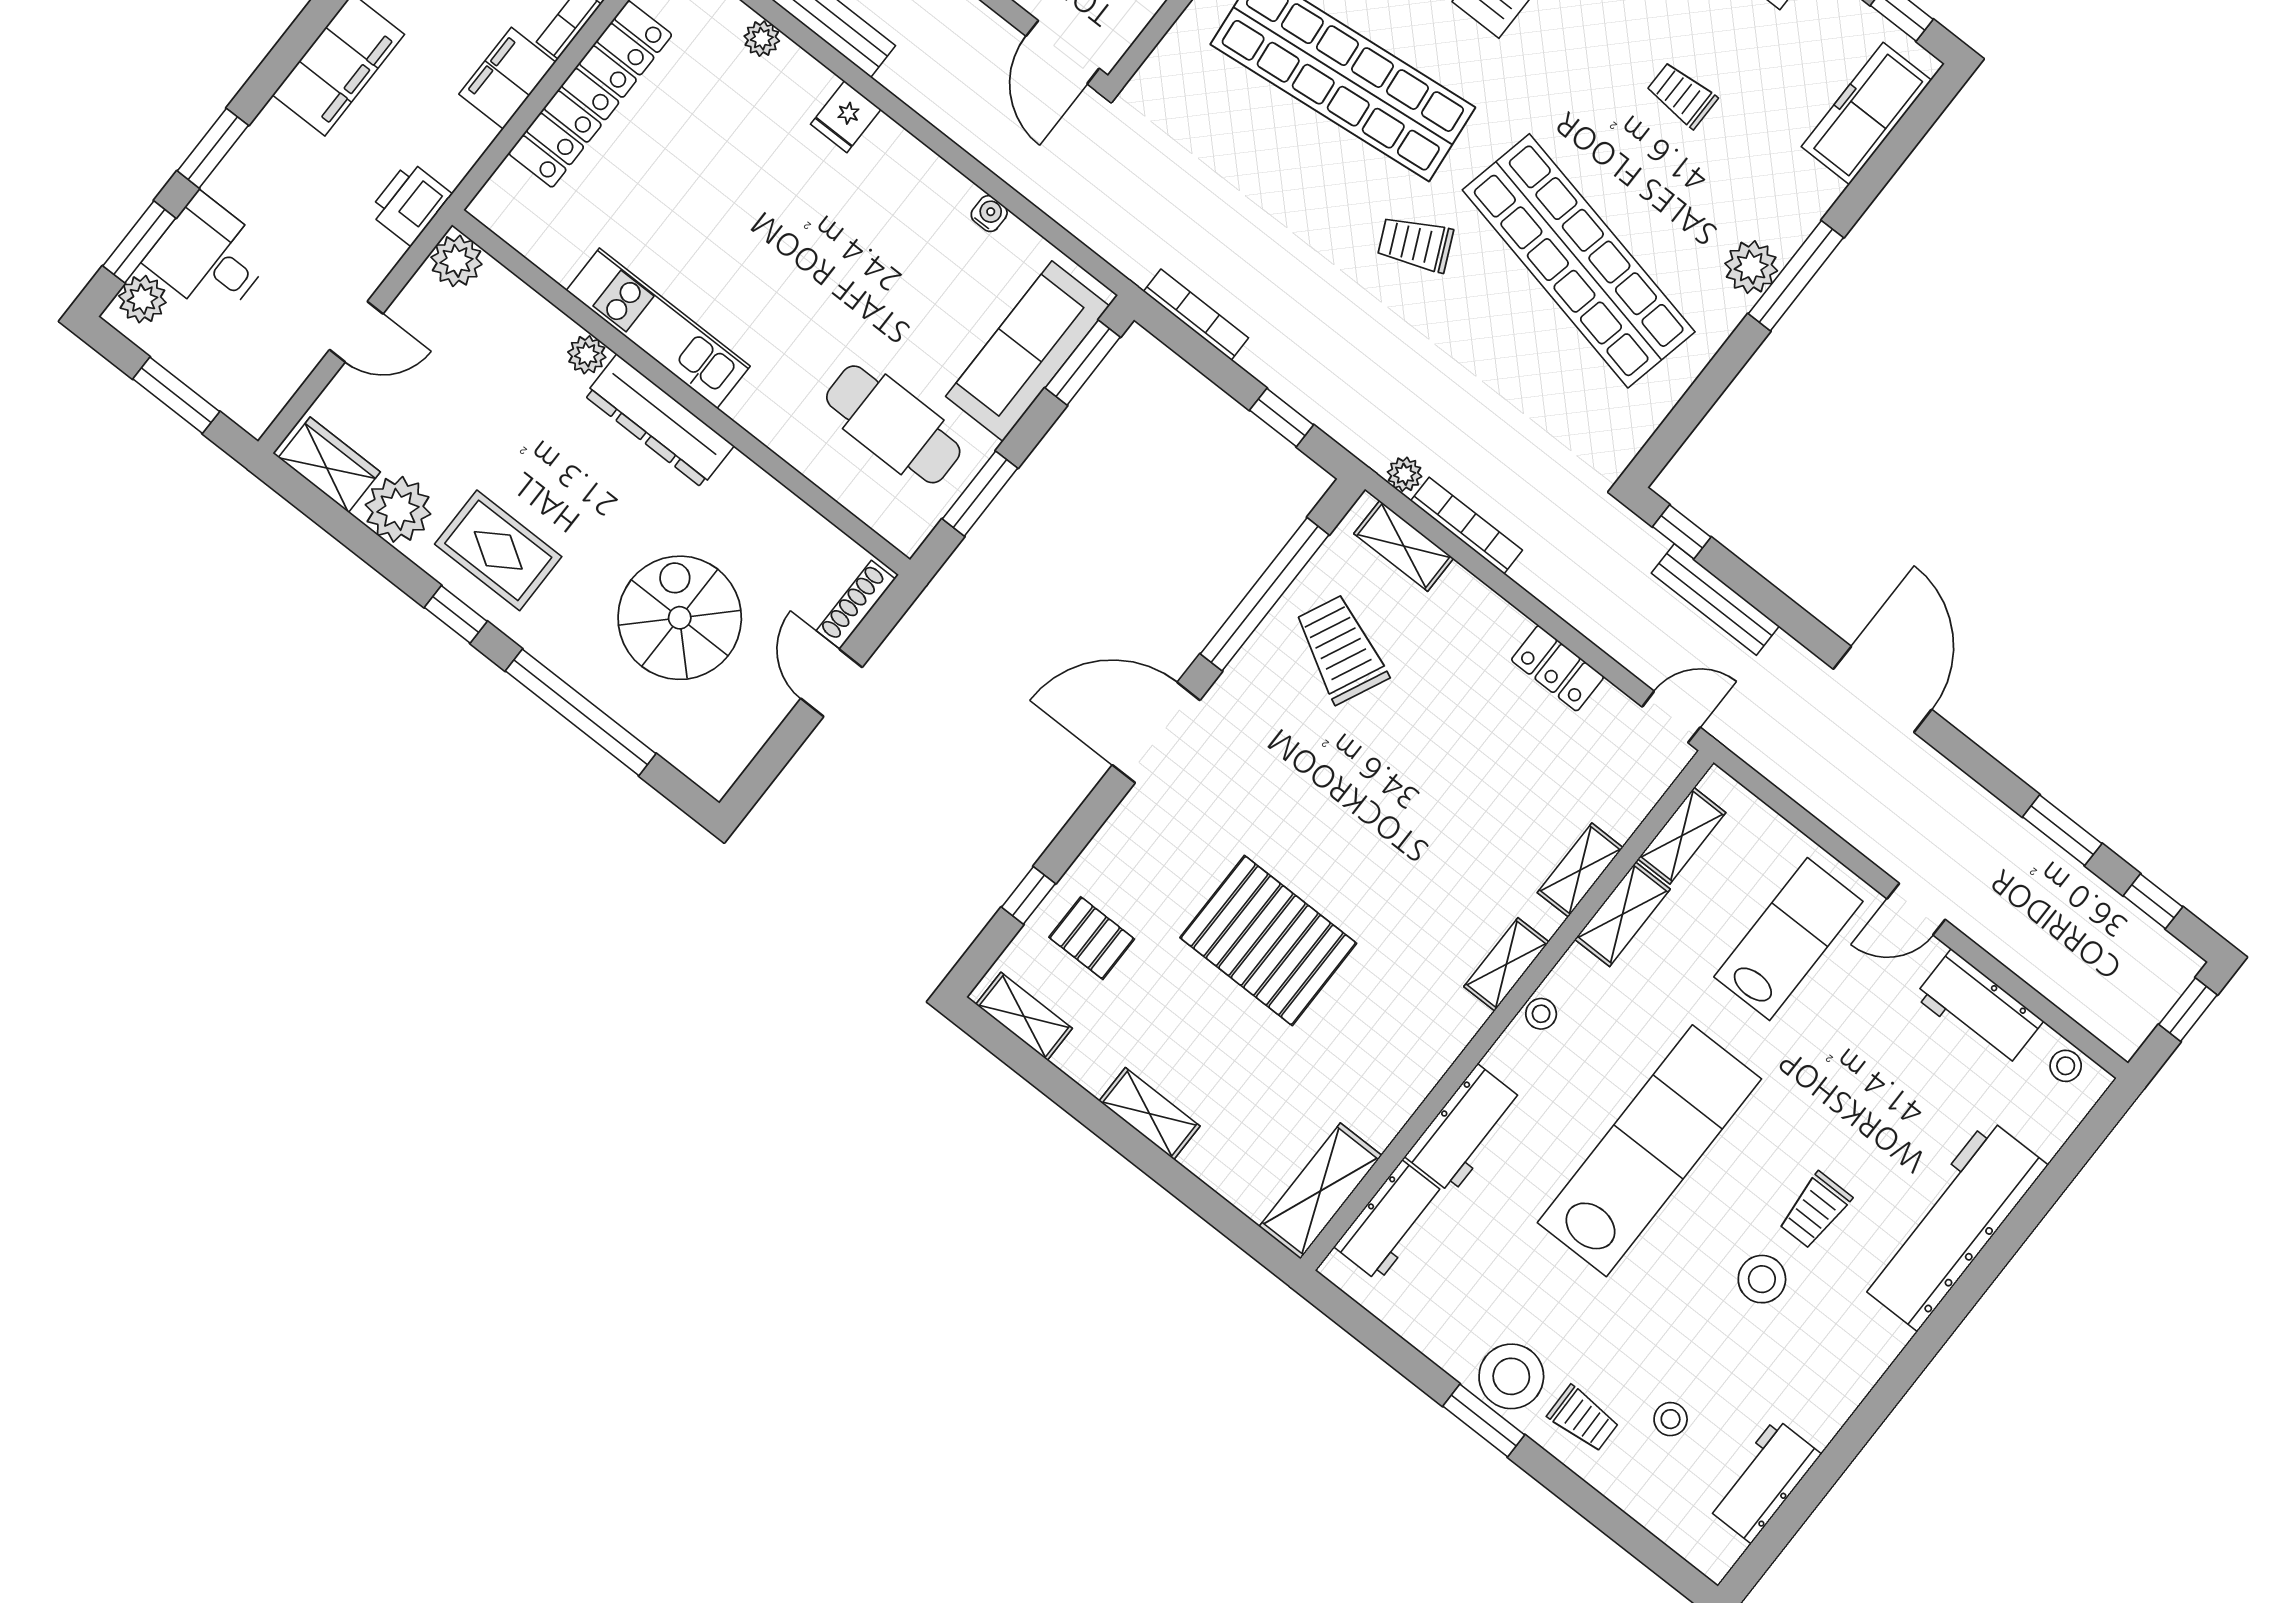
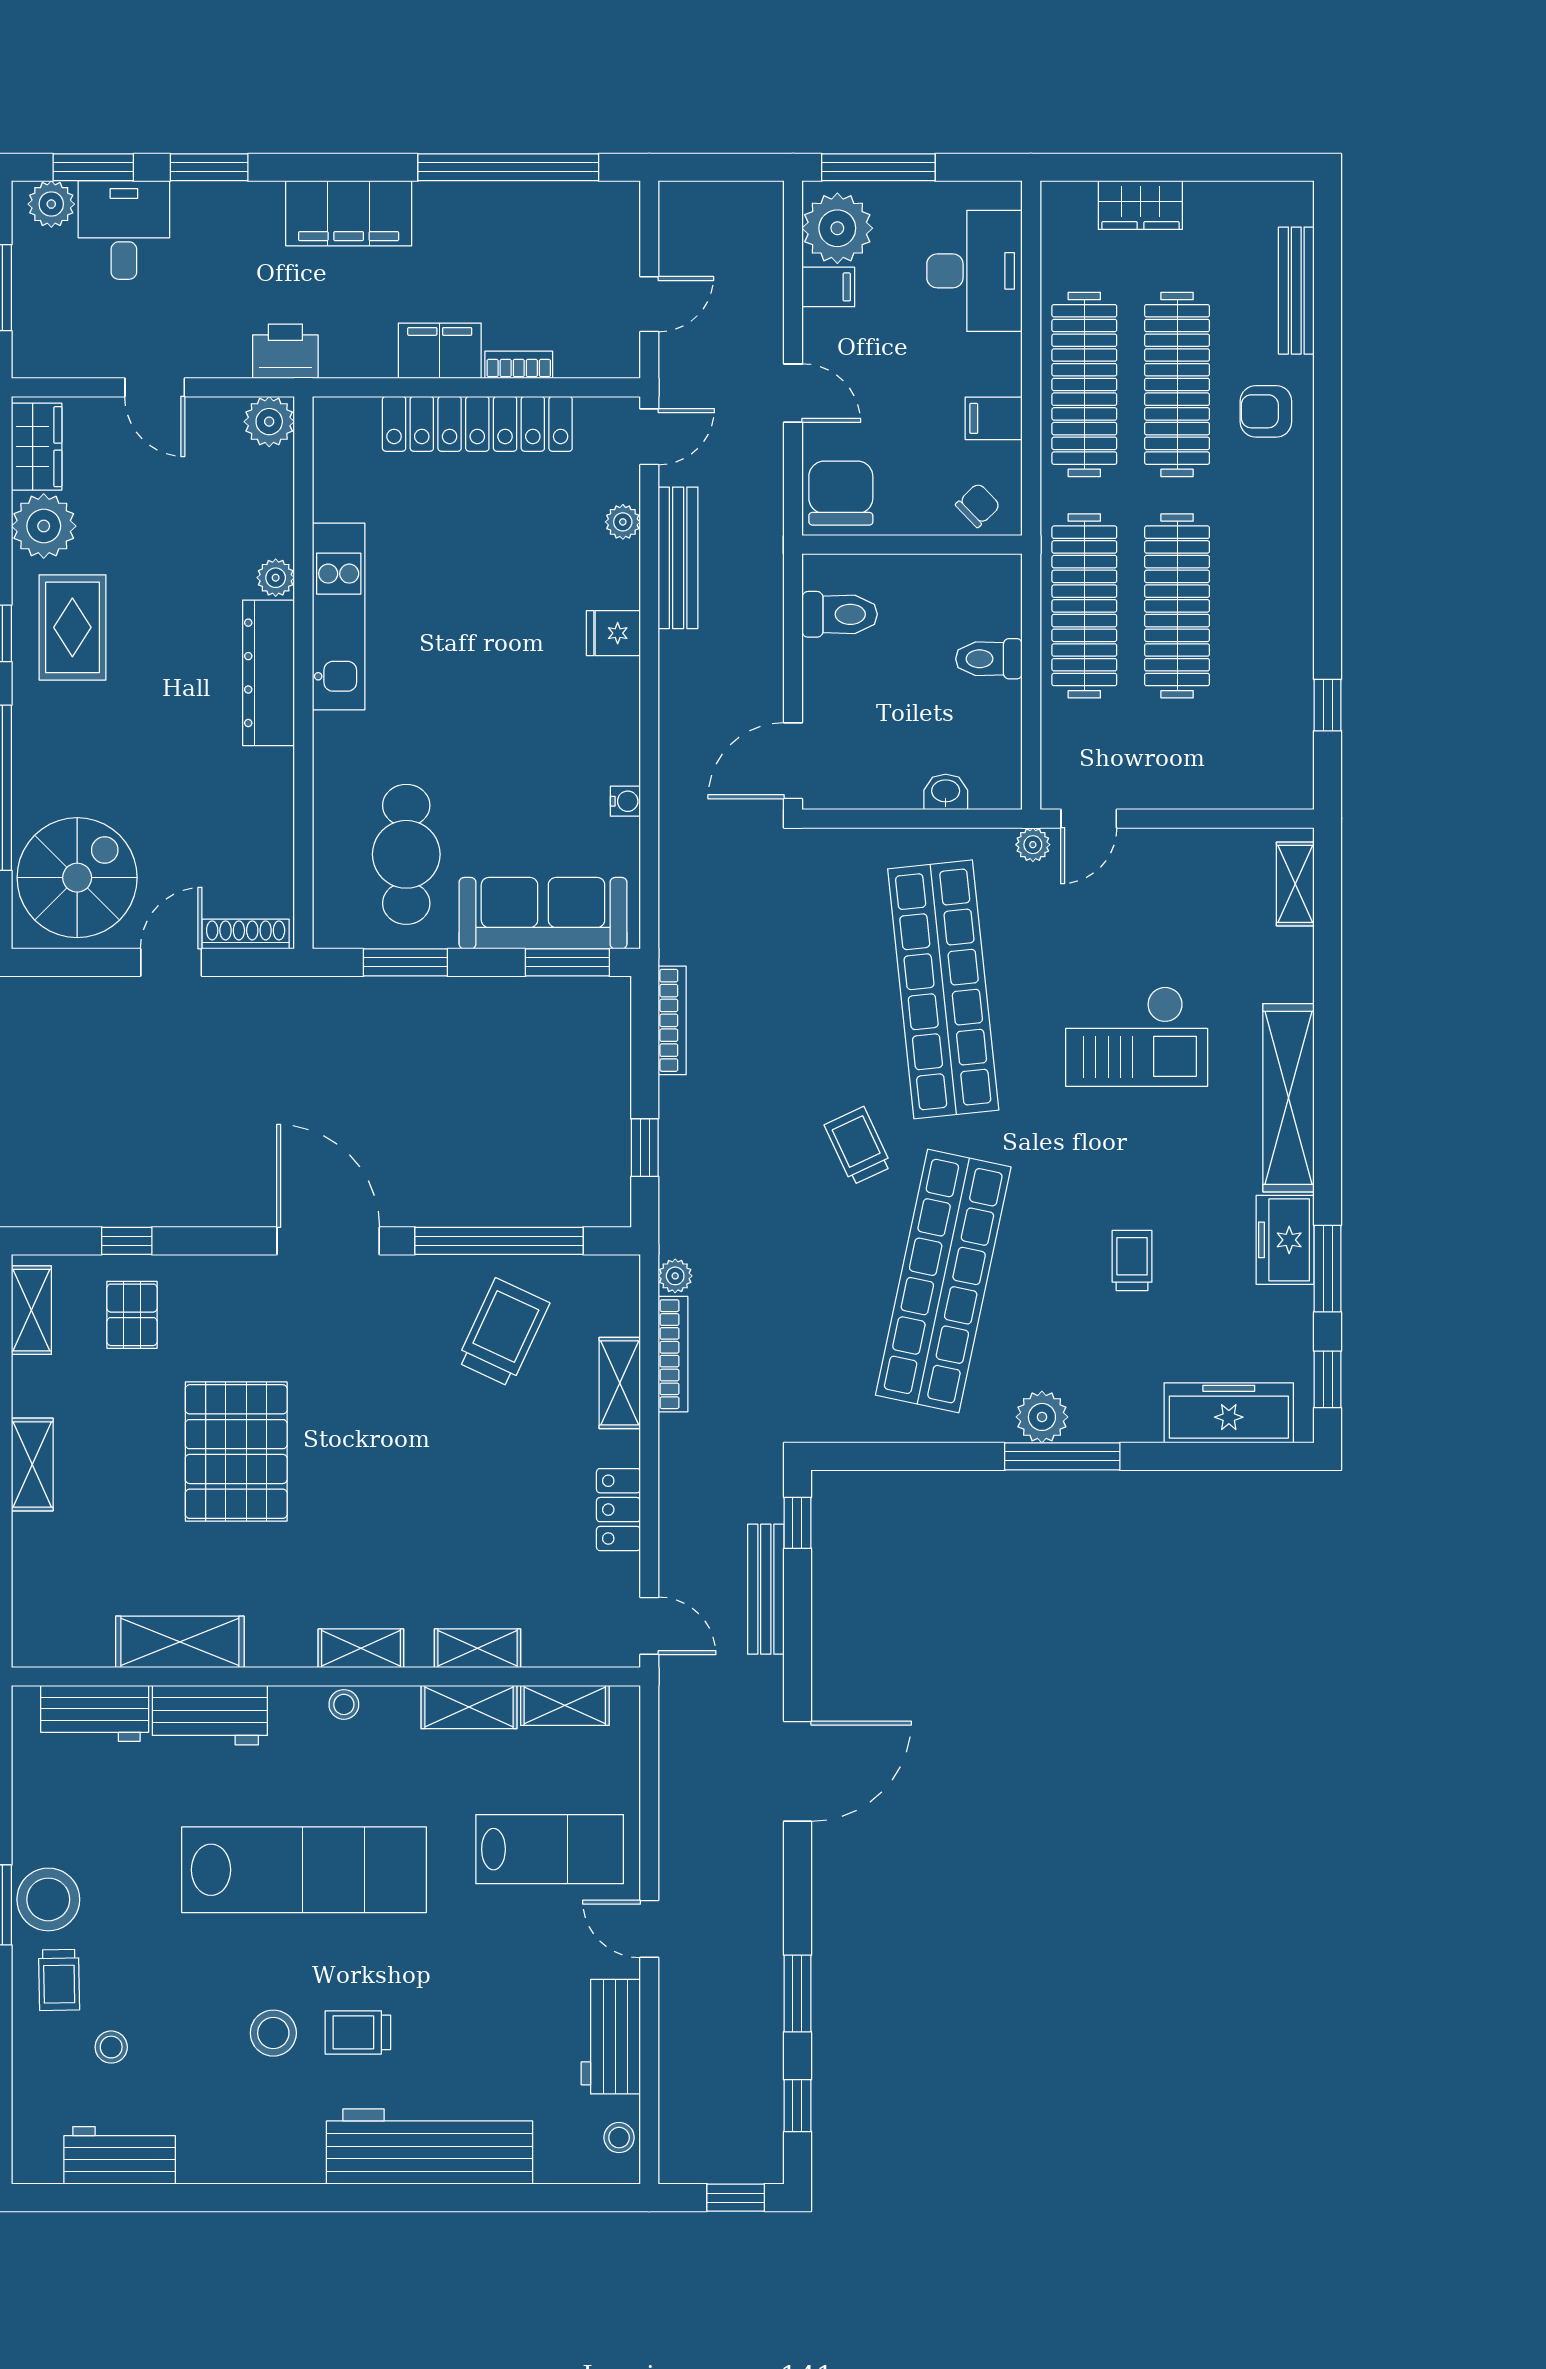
shelving: (1404, 546) -> (620, 1383), moved
spiral stairs: (680, 618) -> (77, 878), moved
shelving: (1320, 1191) -> (180, 1642), moved

